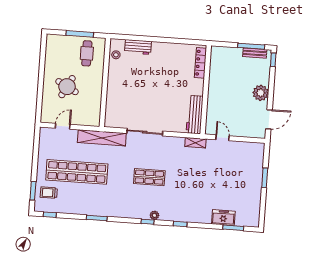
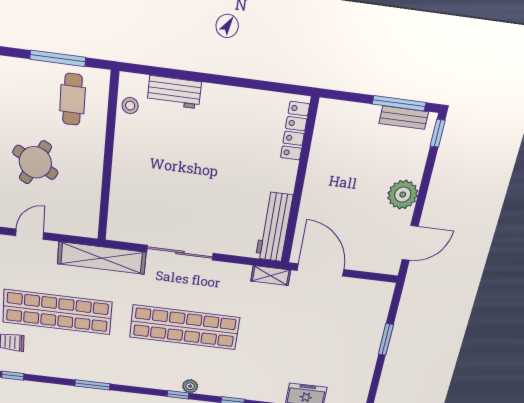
door: (222, 138) -> (321, 270), width x1.87
shop shelf: (149, 177) -> (185, 327), width x2.00, depth x1.36

